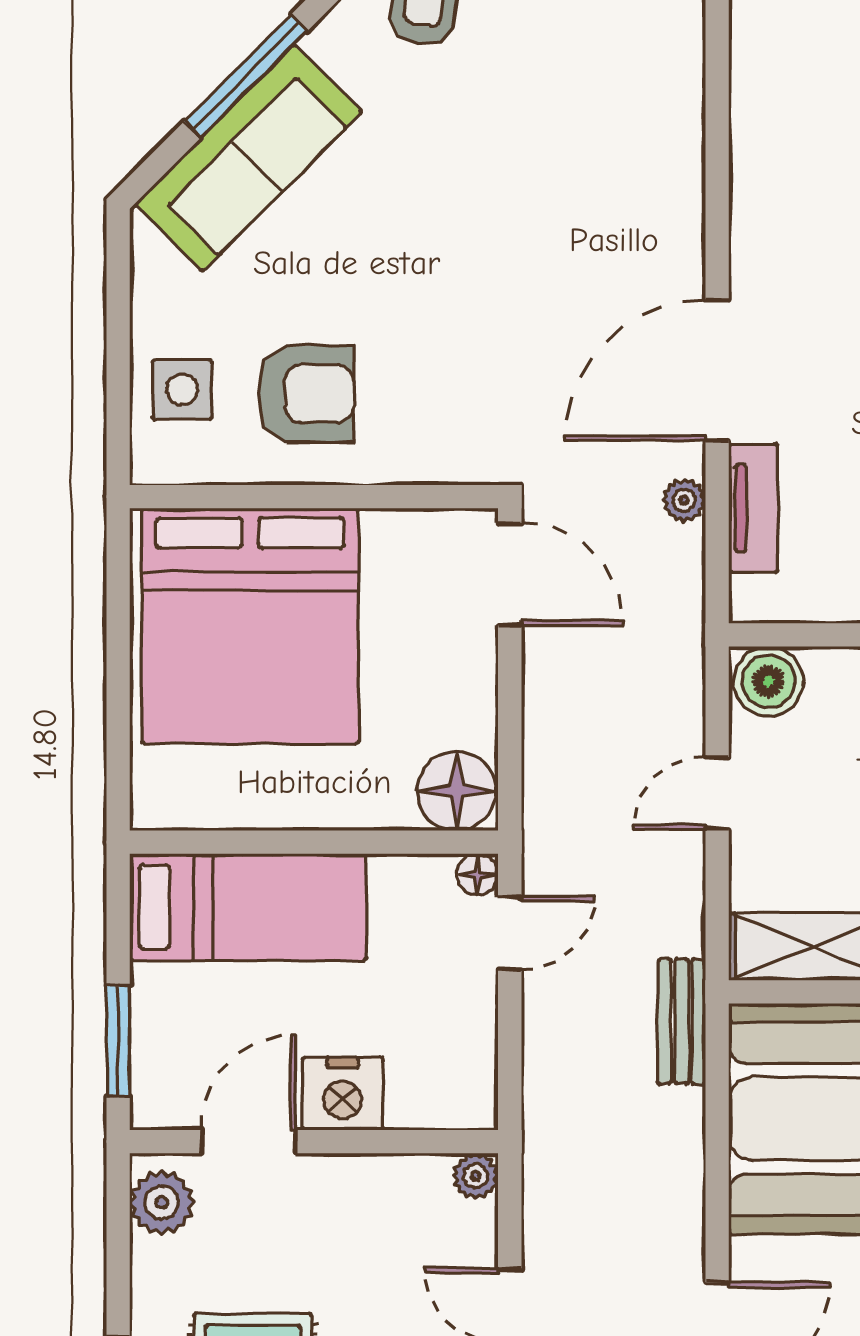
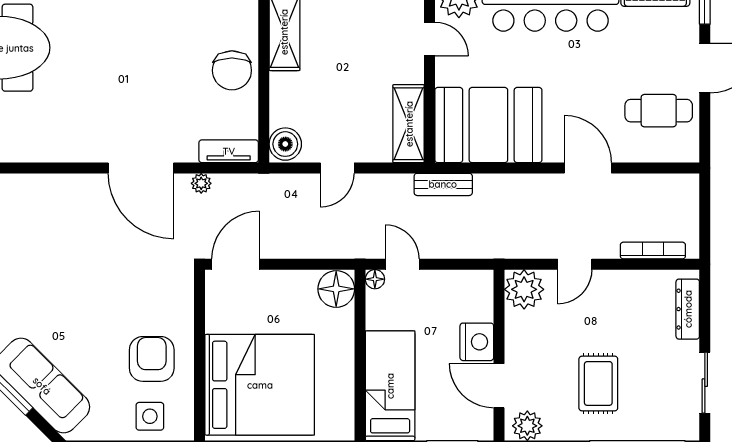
tv unit: (753, 508) -> (229, 151), moved
door: (717, 793) -> (337, 168), hinge flipped
plant: (476, 1176) -> (524, 289), width x1.88, depth x1.88

